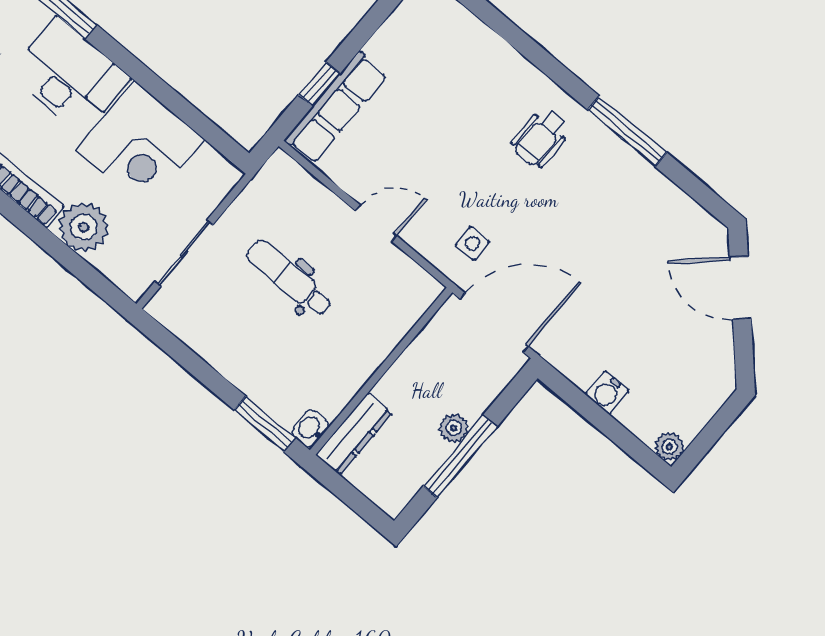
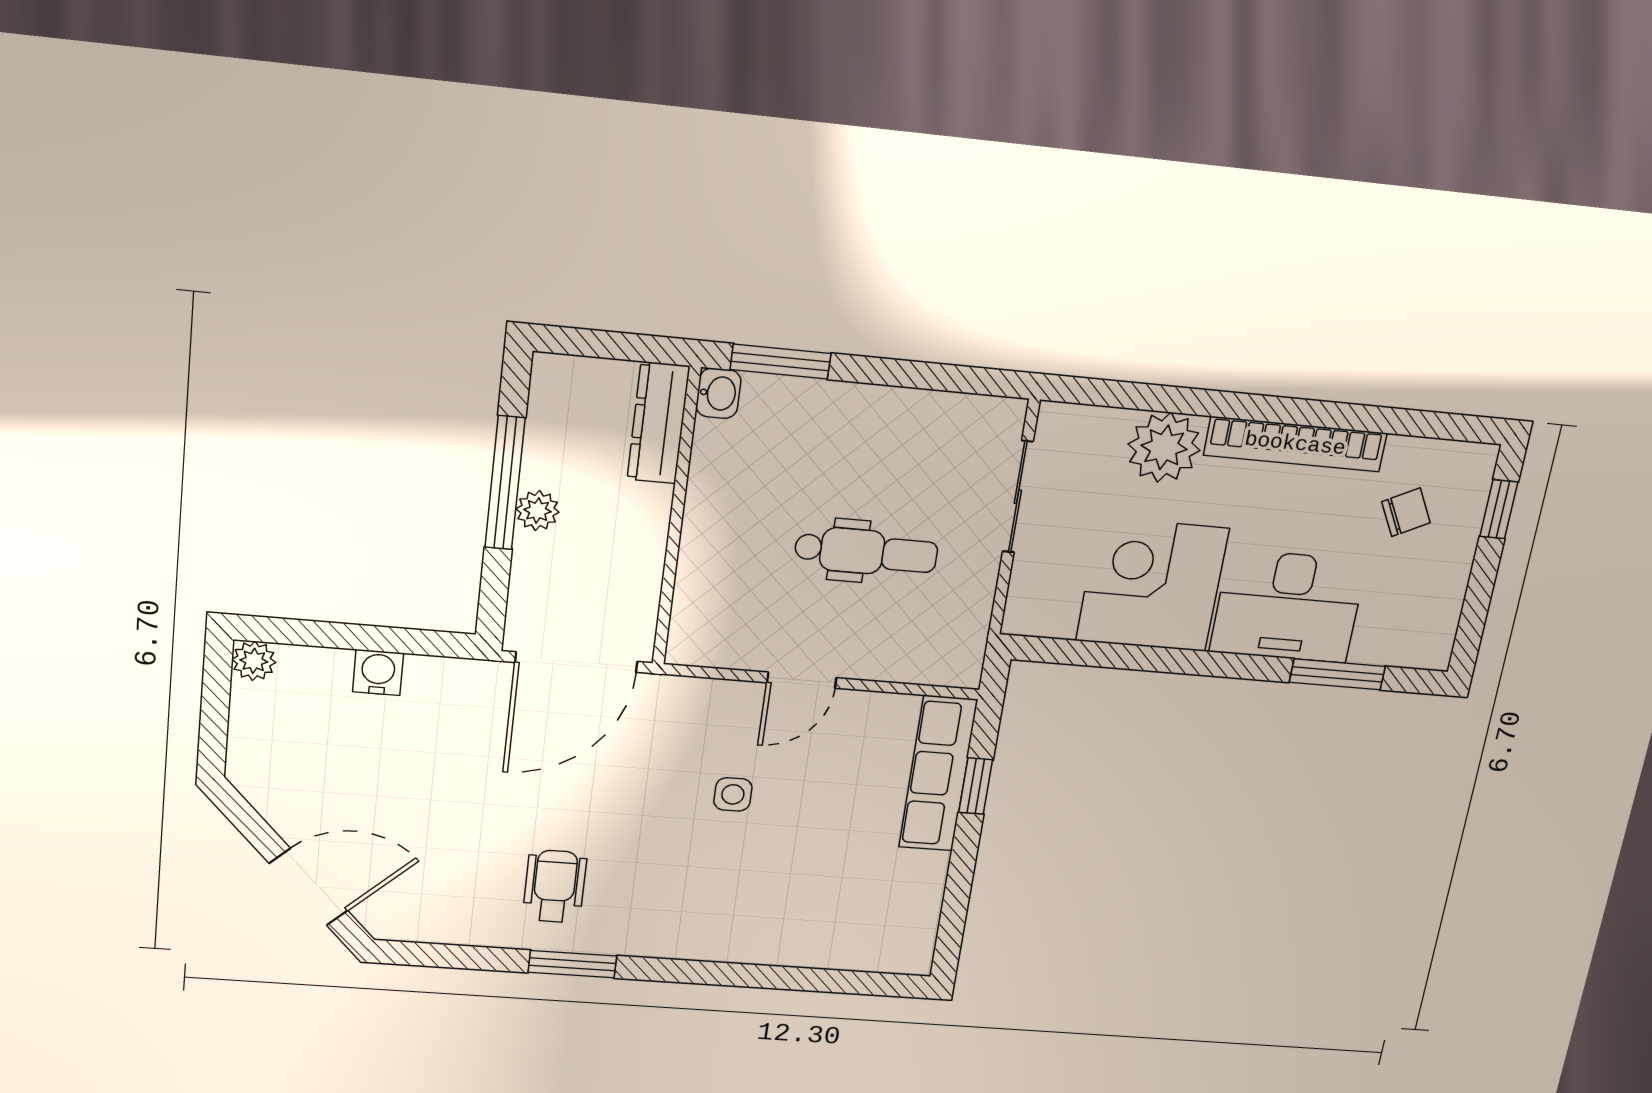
window: (627, 131) -> (572, 964), width x0.69
wheelchair: (541, 138) -> (555, 886), moved
side table: (472, 244) -> (733, 794), moved

